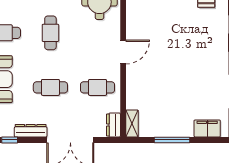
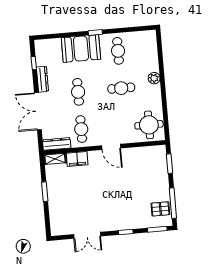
dresser: (113, 125) -> (57, 144), width x1.44
filing cabinet: (207, 128) -> (77, 159), moved, turned 90
window: (172, 140) -> (45, 192), width x0.69

